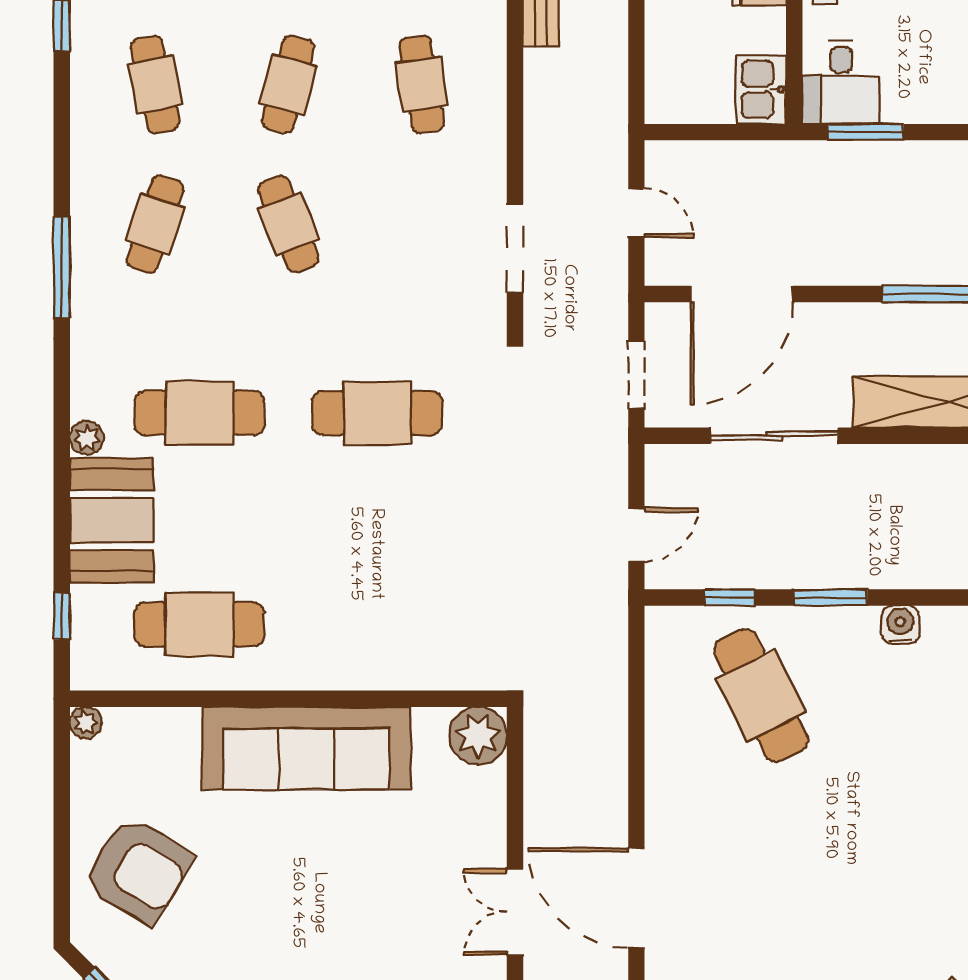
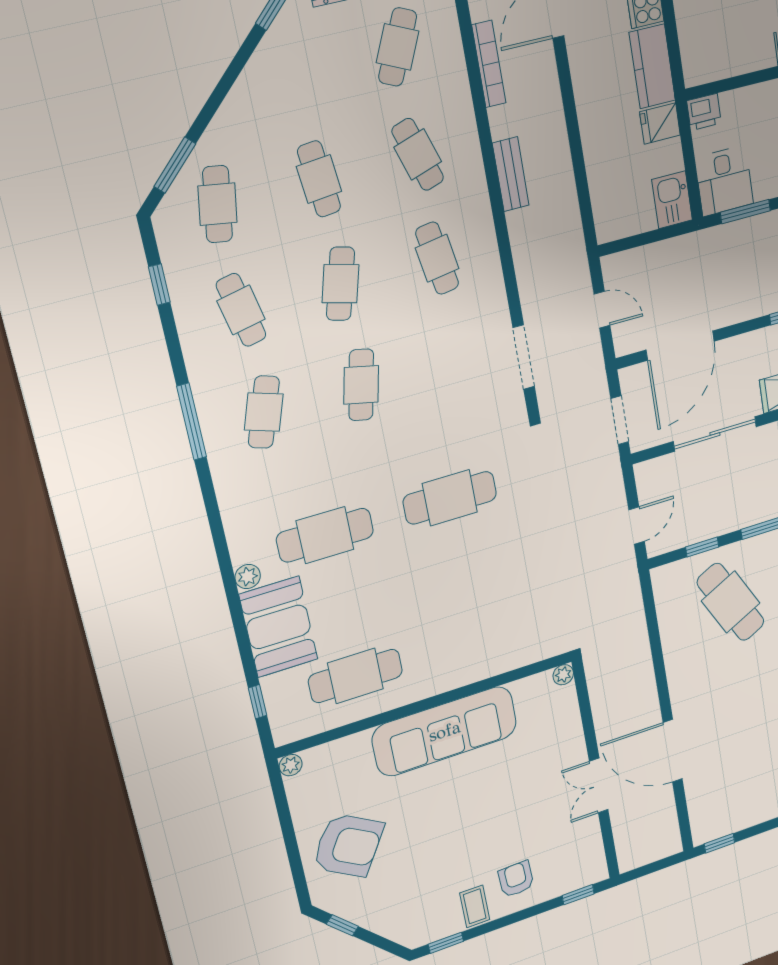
cafe table: (288, 224) -> (361, 385), turned 33
window: (62, 267) -> (192, 422), moved
plant: (478, 736) -> (563, 675), width x0.53, depth x0.53

